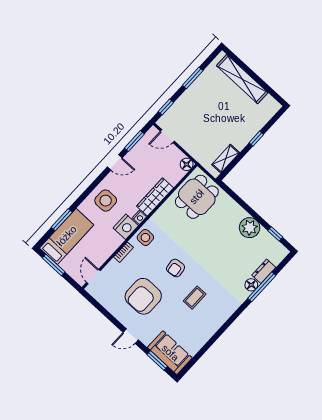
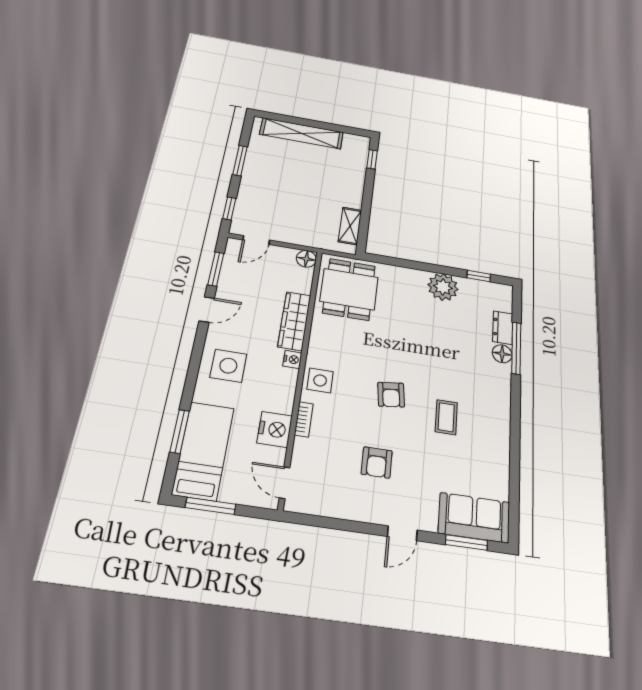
window: (256, 139) -> (372, 159), moved
nightstand: (126, 227) -> (275, 429), moved
armchair: (143, 296) -> (377, 462), width x0.53, depth x0.53

